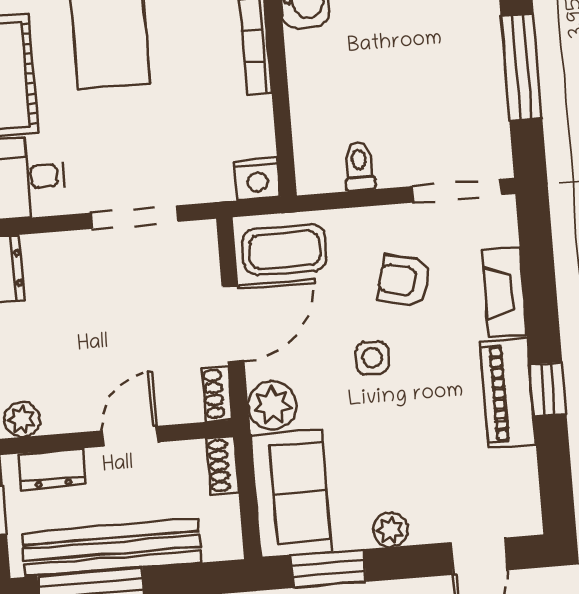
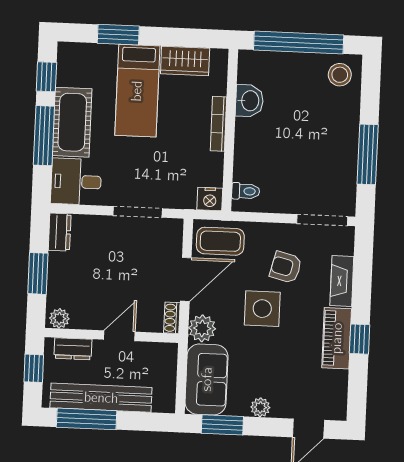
toilet: (359, 166) -> (246, 191), moved, turned 90
side table: (372, 358) -> (262, 309), width x1.87, depth x1.87
shoe rack: (223, 465) -> (170, 359), removed

